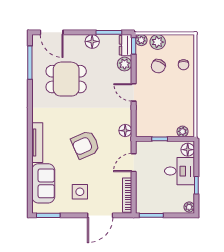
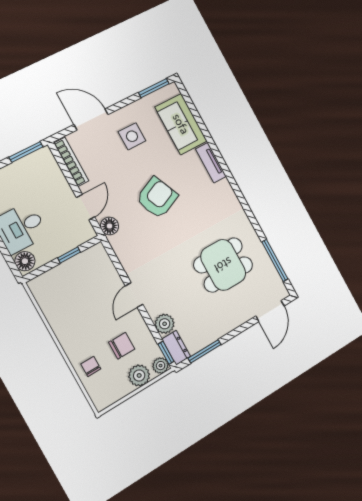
door: (52, 32) -> (270, 311), swing flipped
floor lamp: (92, 41) -> (218, 328), removed
chair: (158, 66) -> (122, 346), turned 66
door: (134, 92) -> (134, 295), swing flipped
floor lamp: (125, 131) -> (110, 226), moved
plant: (182, 131) -> (45, 281), removed
tv unit: (37, 143) -> (211, 163), width x0.71
door: (100, 215) -> (91, 119), hinge flipped

